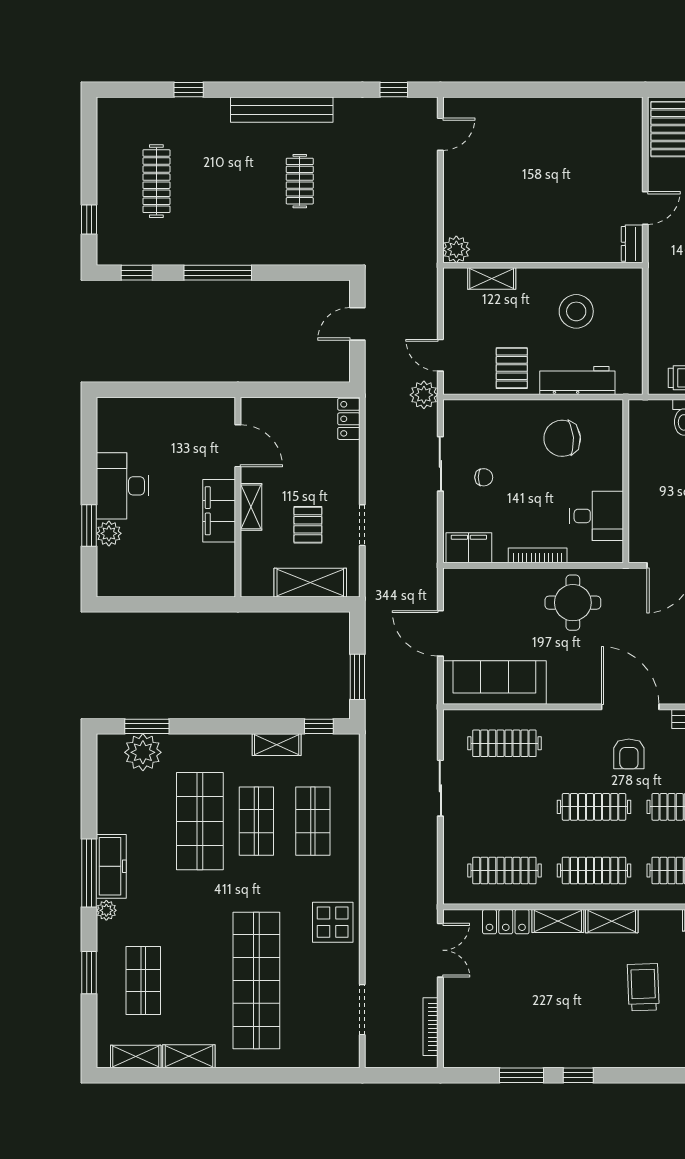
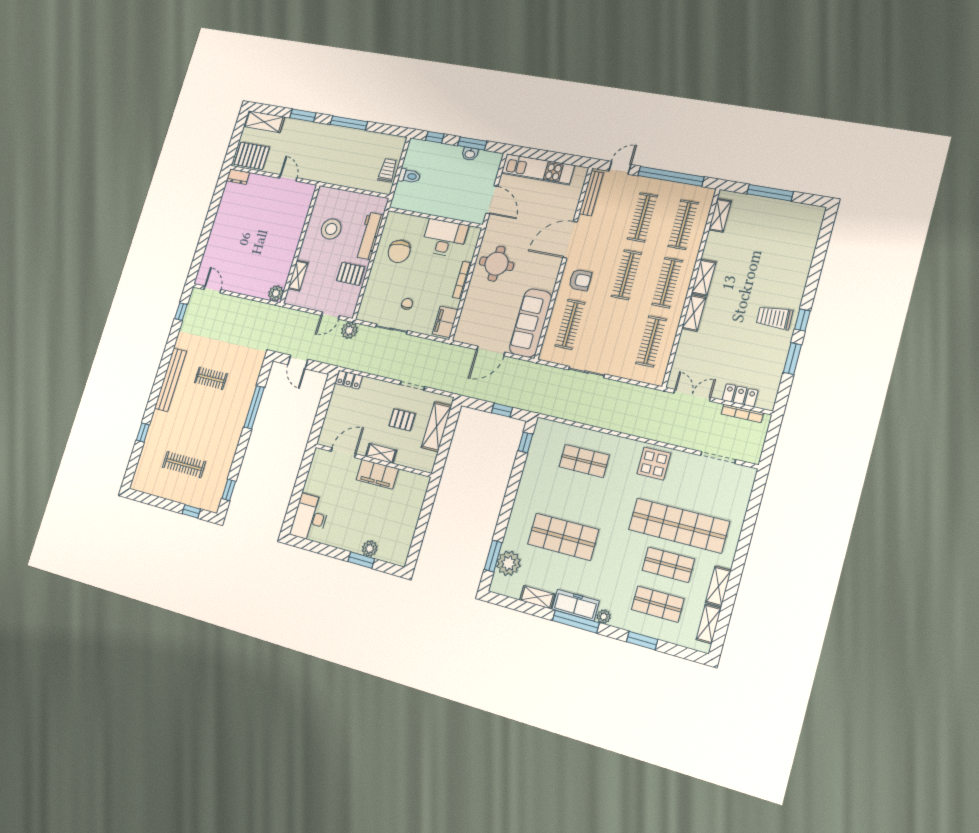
dresser: (632, 244) -> (238, 177), moved
window: (218, 273) -> (254, 407), moved
desk: (122, 486) -> (310, 518), moved, turned 90
desk: (597, 516) -> (444, 238), width x1.37
window: (357, 677) -> (502, 410), width x0.67
shelving: (277, 745) -> (537, 597), moved, turned 90
armchair: (629, 754) -> (580, 280), moved
shop shelf: (256, 821) -> (668, 565), moved
locker: (506, 922) -> (740, 395), moved, turned -90
trolley: (643, 987) -> (775, 318), moved

